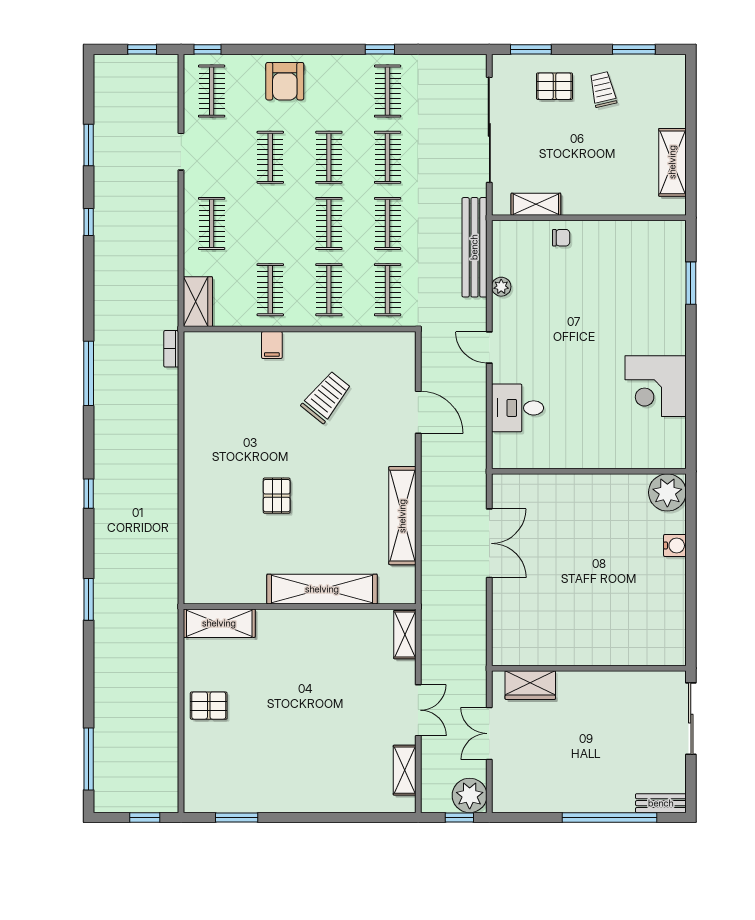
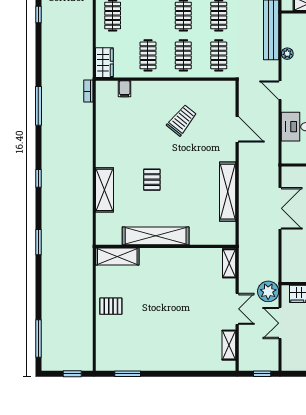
filing cabinet: (272, 345) -> (125, 89), moved
shelving: (198, 513) -> (105, 190), added
shelving: (322, 589) -> (156, 236), moved
plant: (470, 795) -> (268, 291), moved

